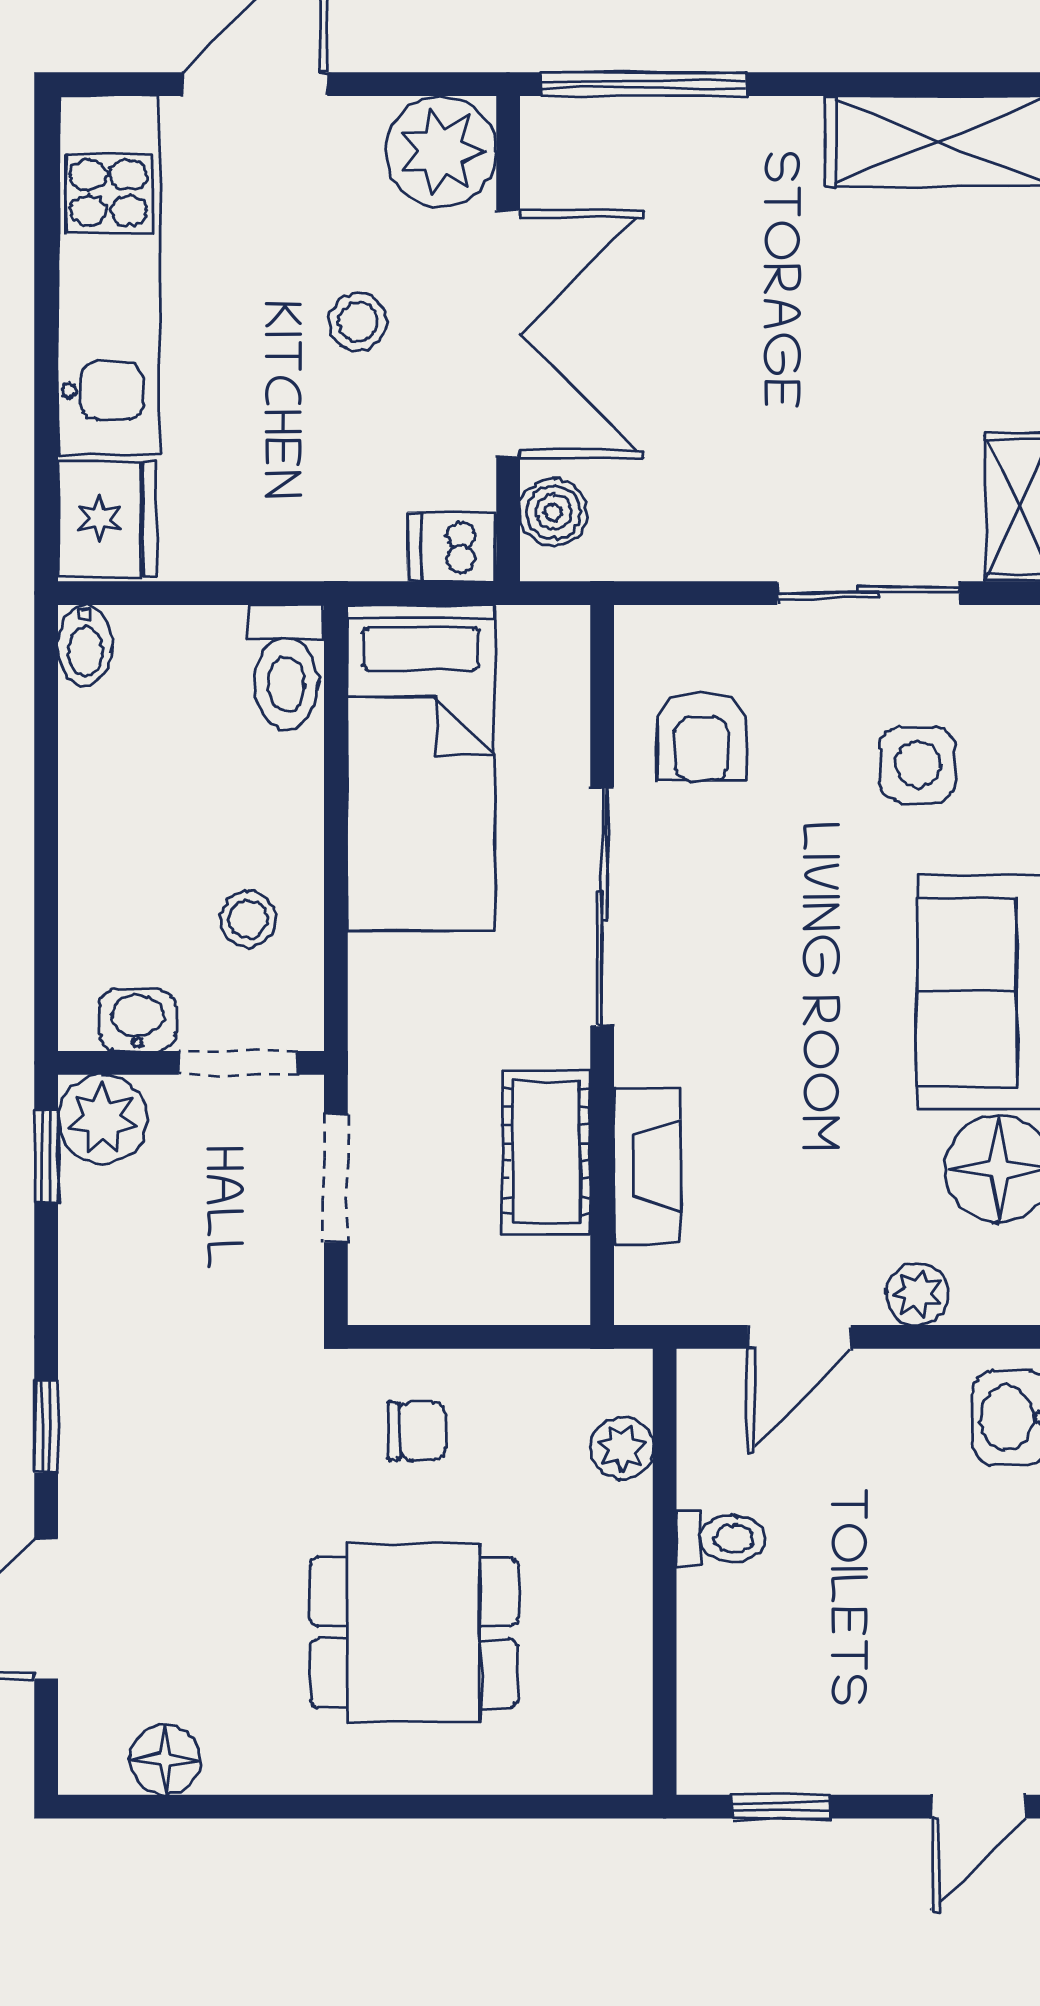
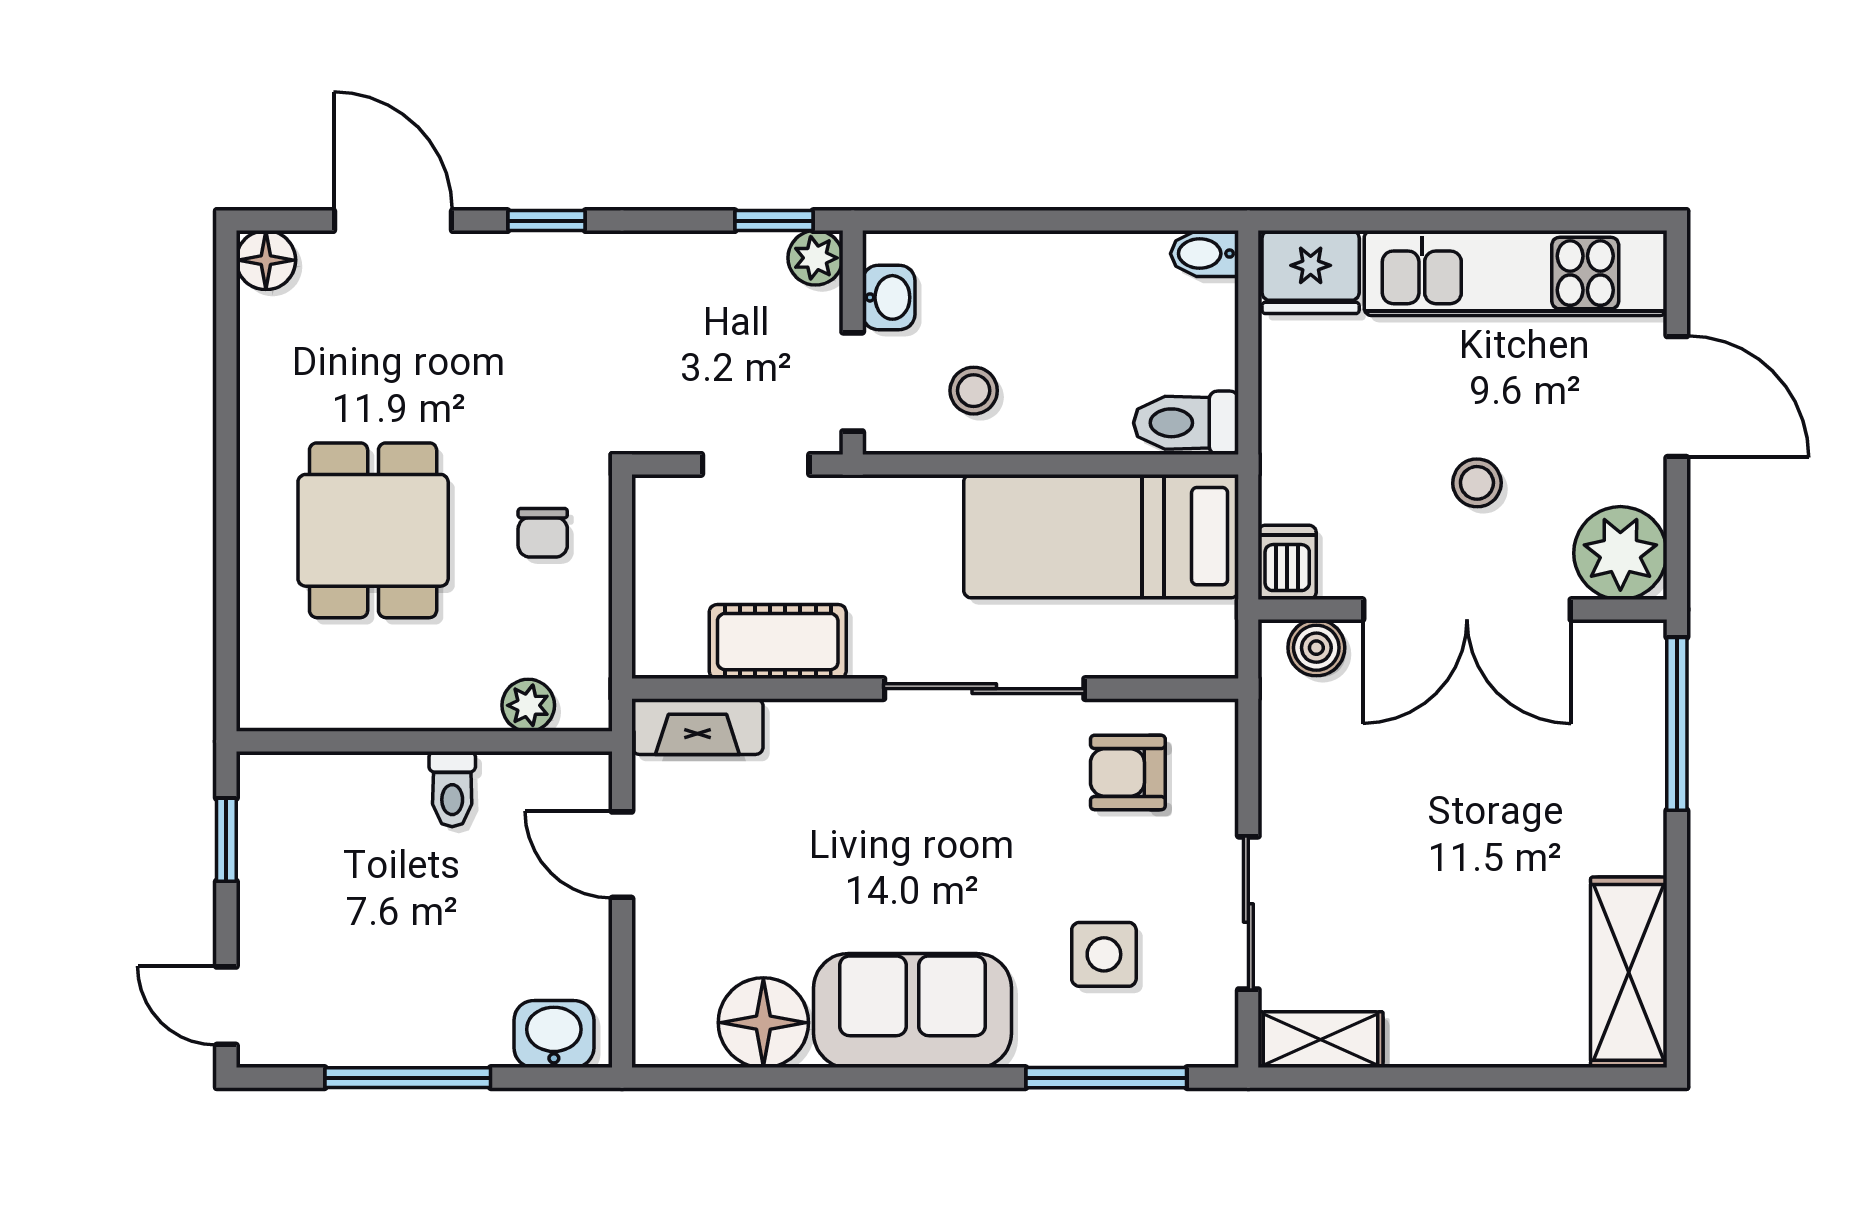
plant: (103, 1119) -> (815, 258), width x0.73, depth x0.73
fireplace: (647, 1166) -> (697, 727), moved
plant: (917, 1294) -> (658, 954), removed
floor lamp: (165, 1760) -> (266, 260), moved

